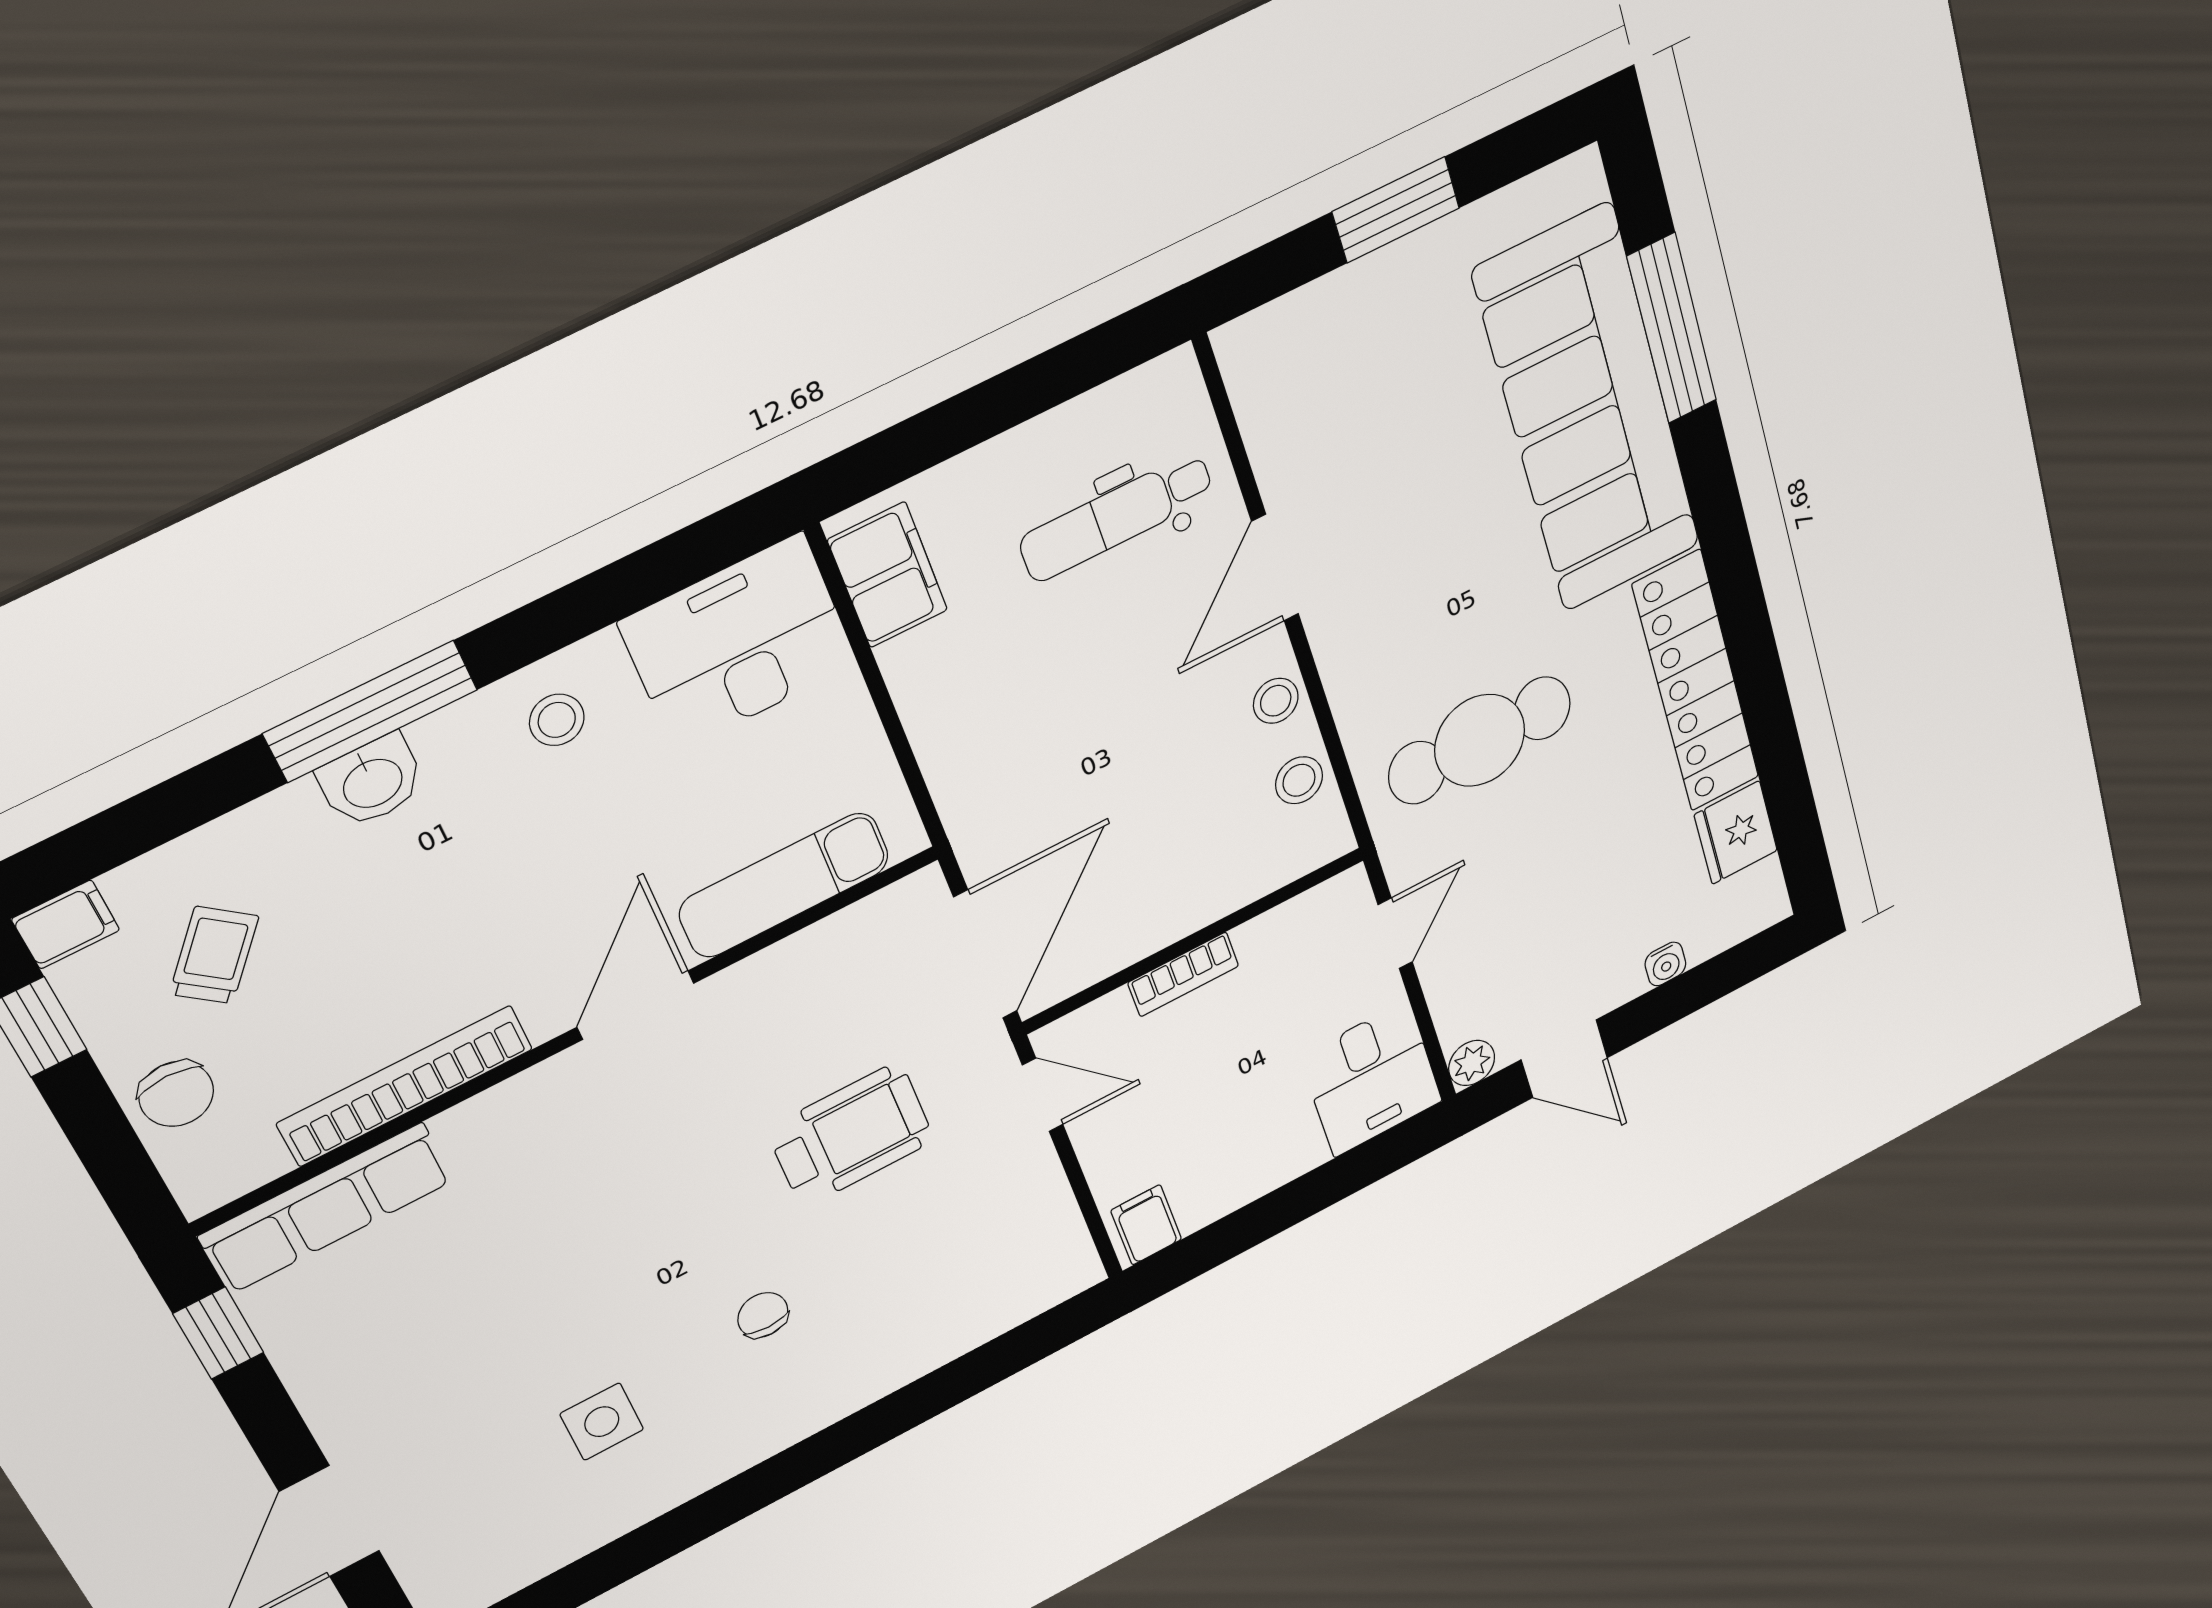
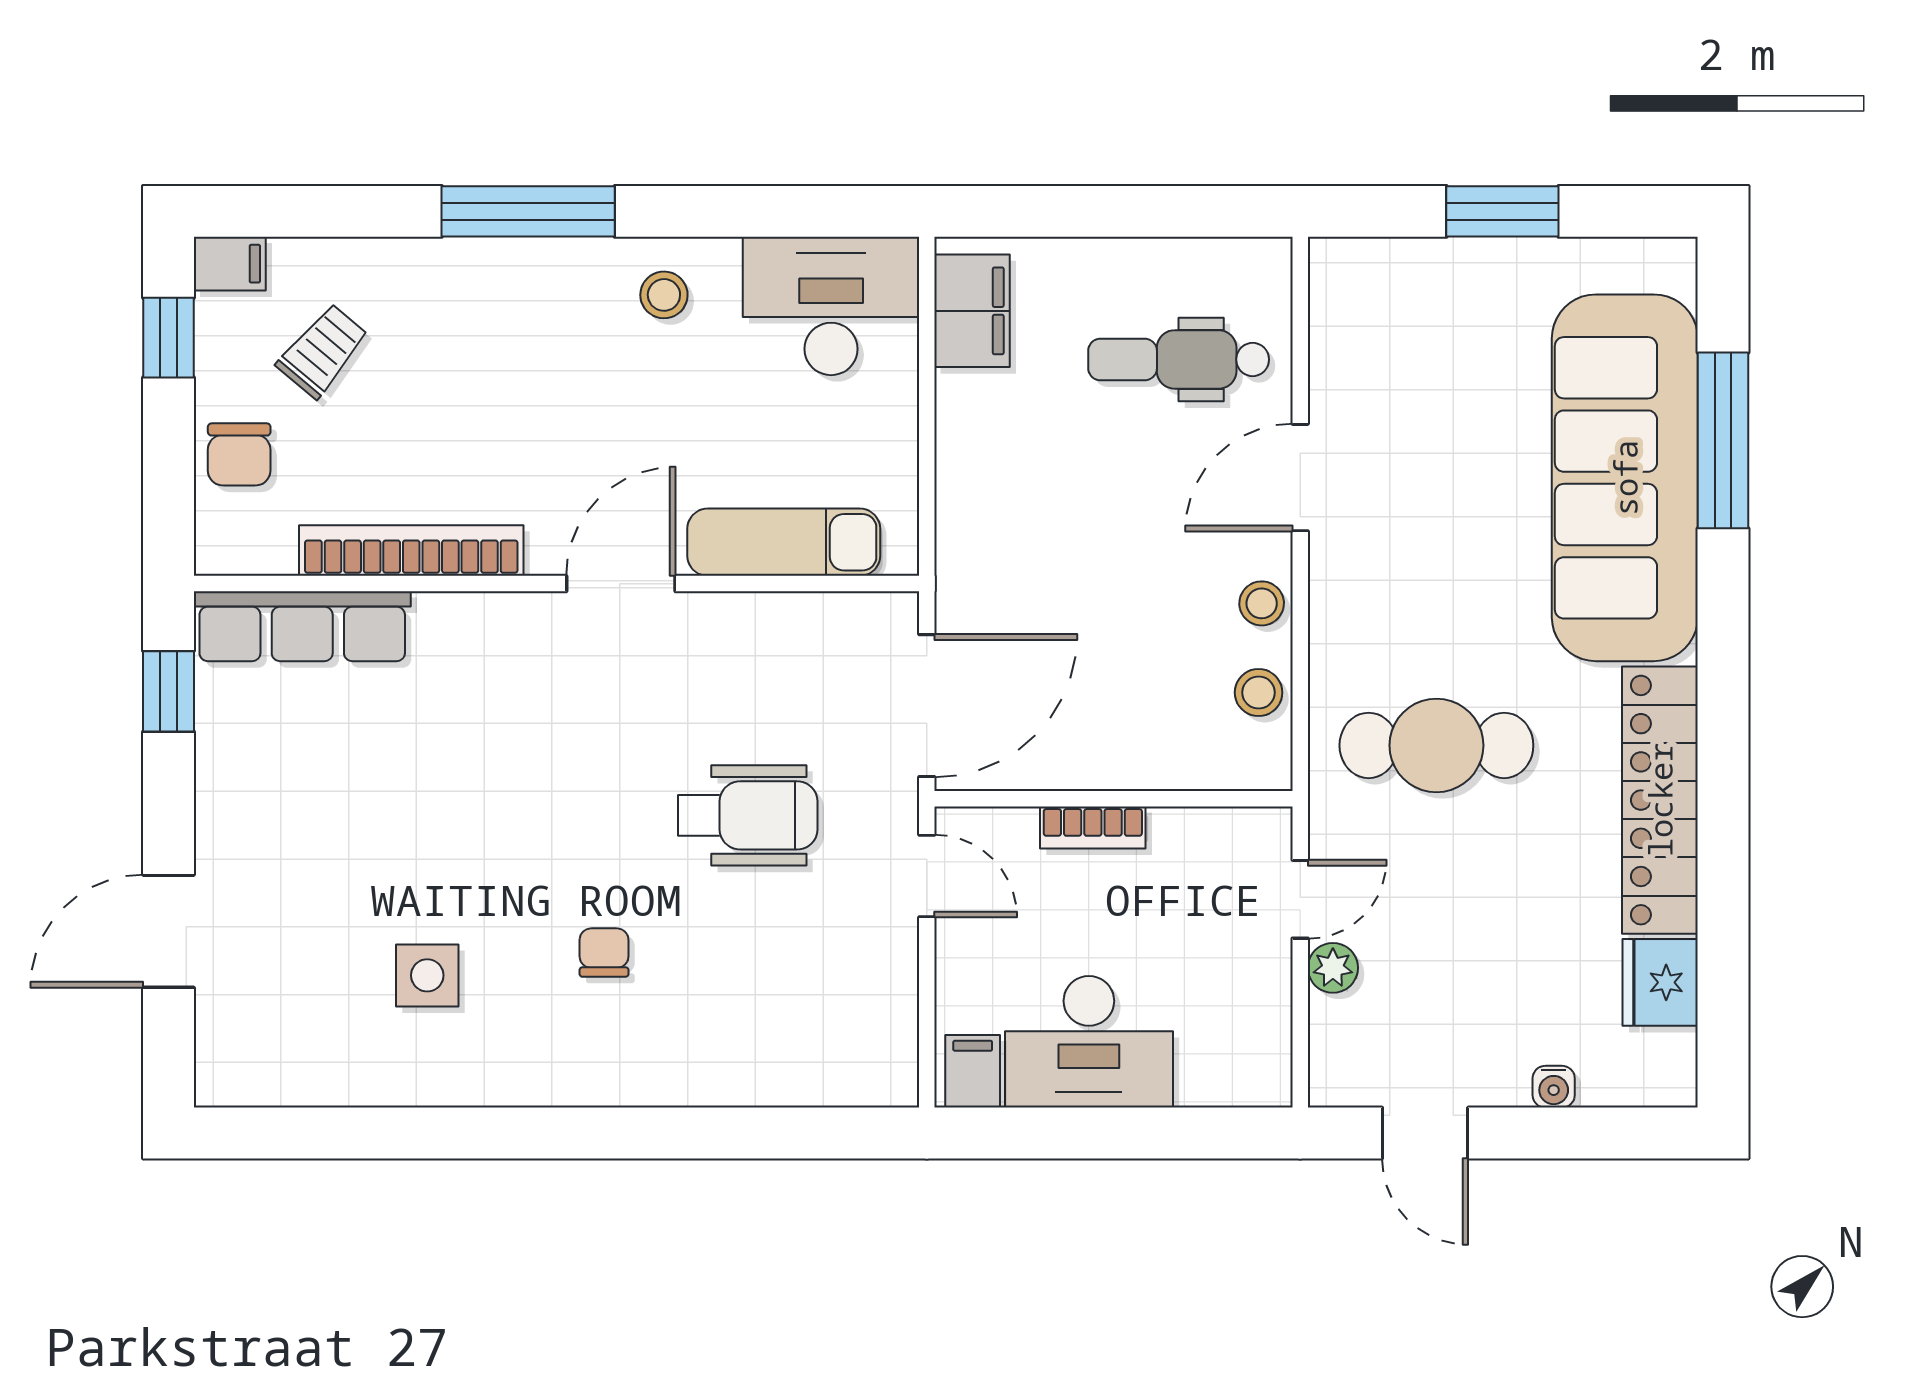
washbasin: (372, 781) -> (504, 270), removed
plant: (1472, 1063) -> (1333, 968), moved
desk: (1371, 1079) -> (1089, 1042), moved, width x1.37

